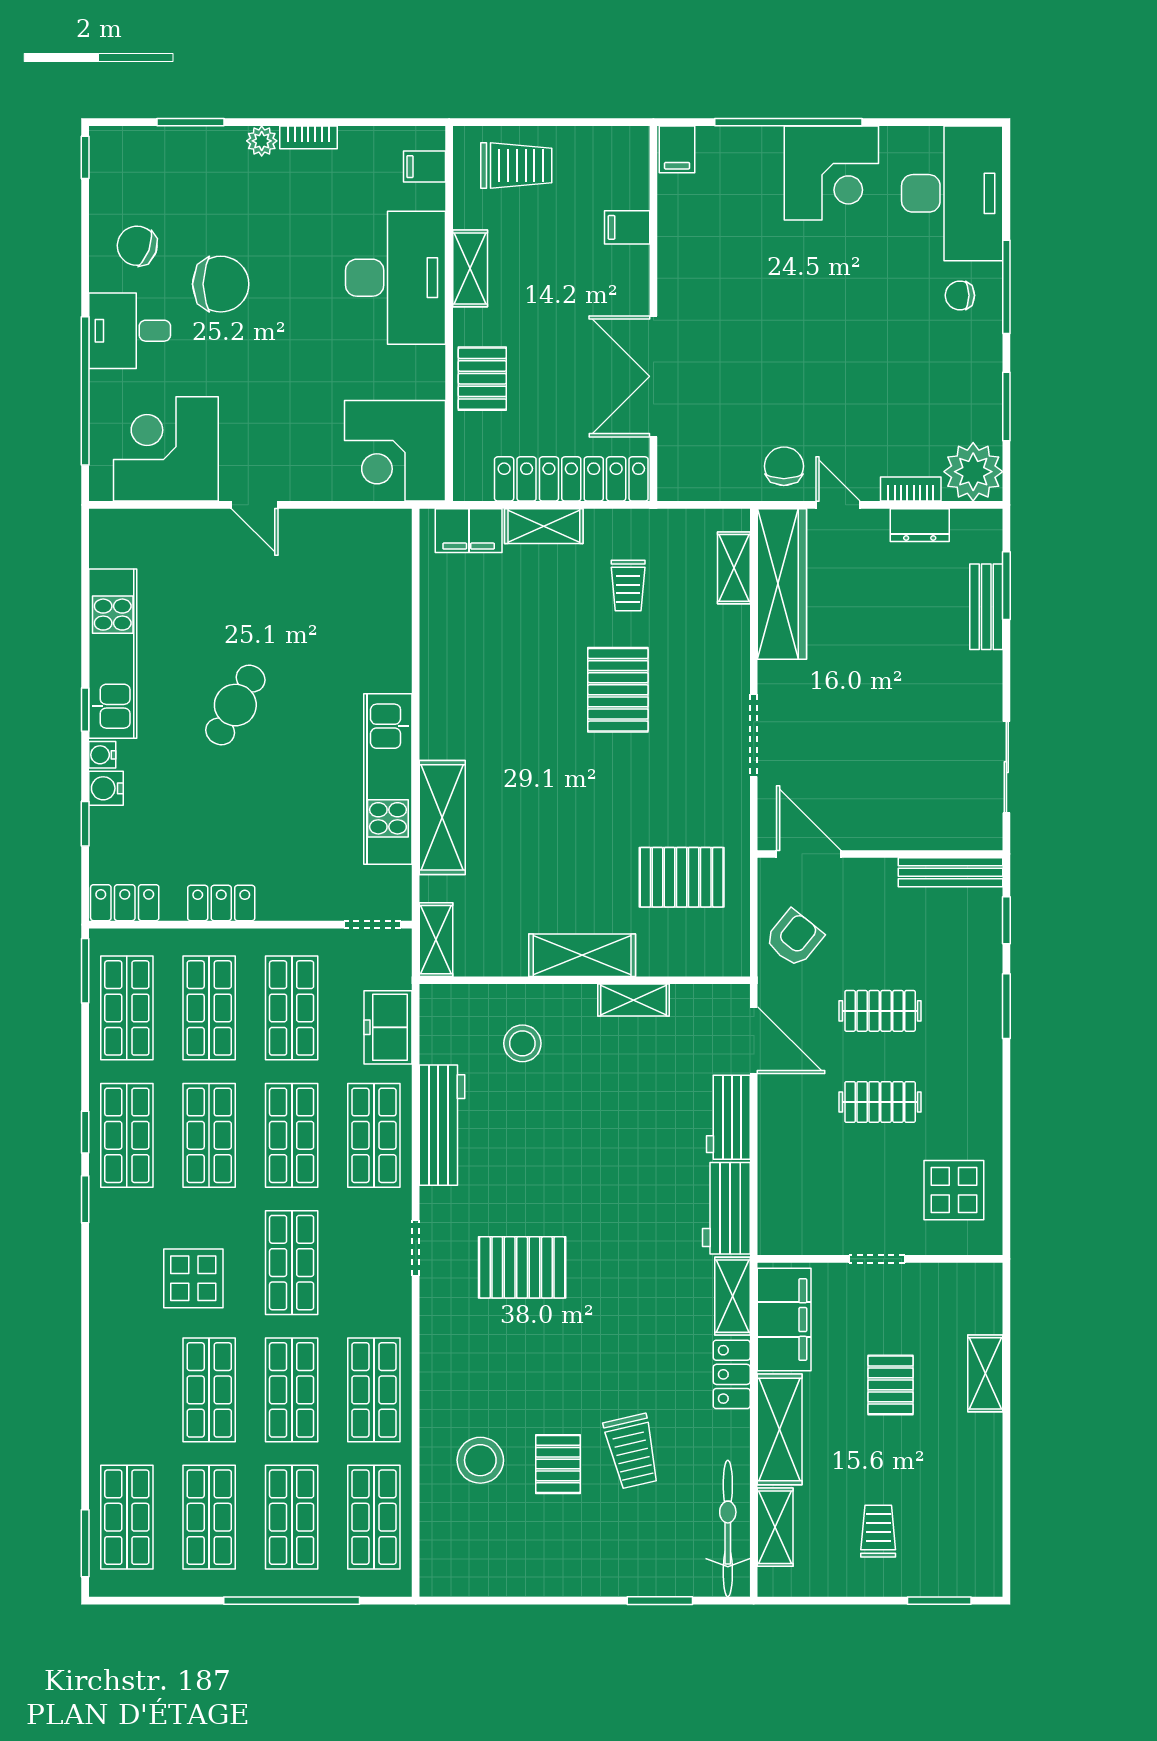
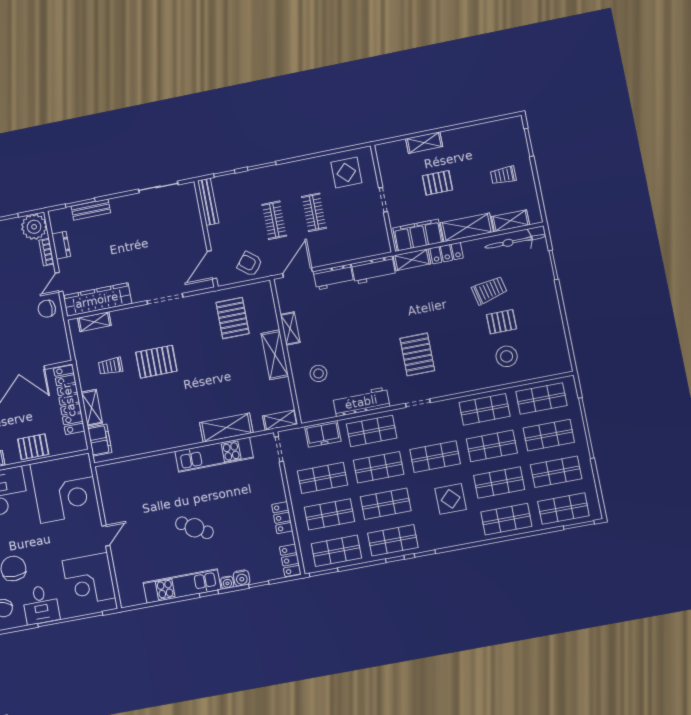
corner desk: (395, 451) -> (65, 488), width x1.36, depth x1.36
trolley: (628, 585) -> (110, 366), turned 180
shop shelf: (127, 1390) -> (506, 519), added

